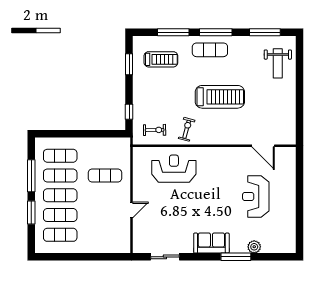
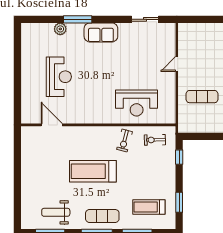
weight bench: (278, 63) -> (56, 212), moved, turned -90

